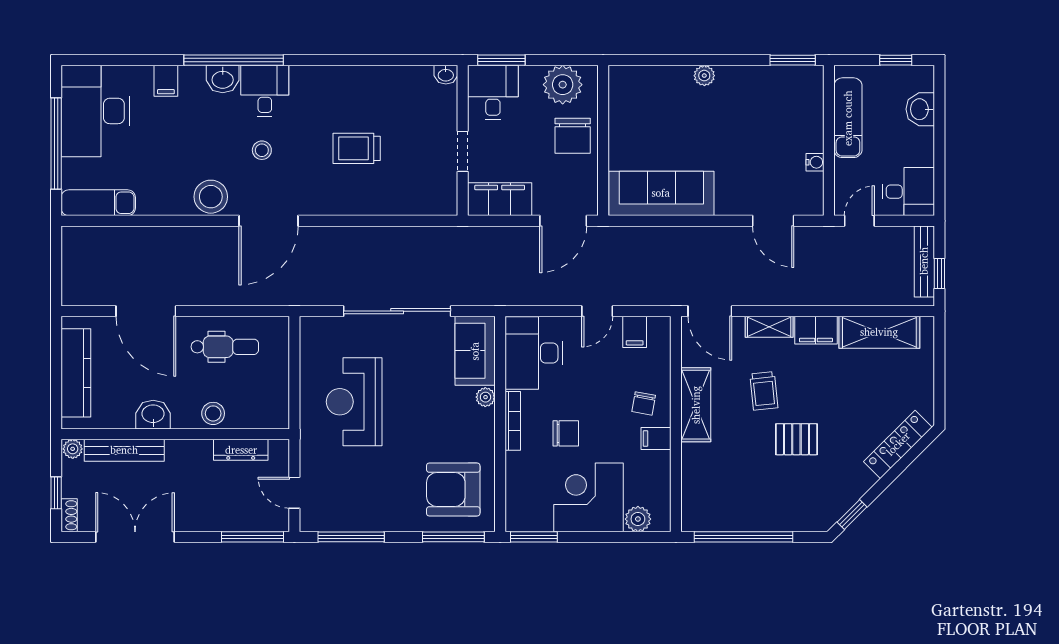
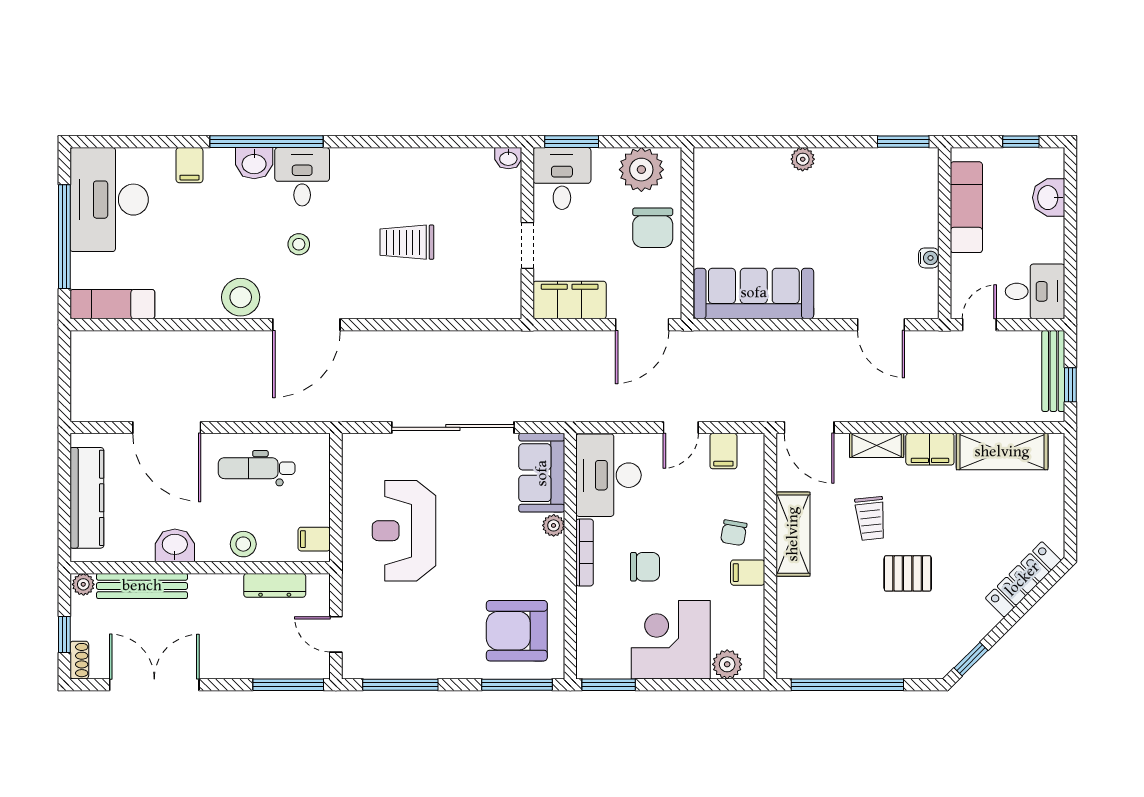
dental chair: (225, 347) -> (257, 468), turned 180
filing cabinet: (275, 409) -> (314, 539), added

